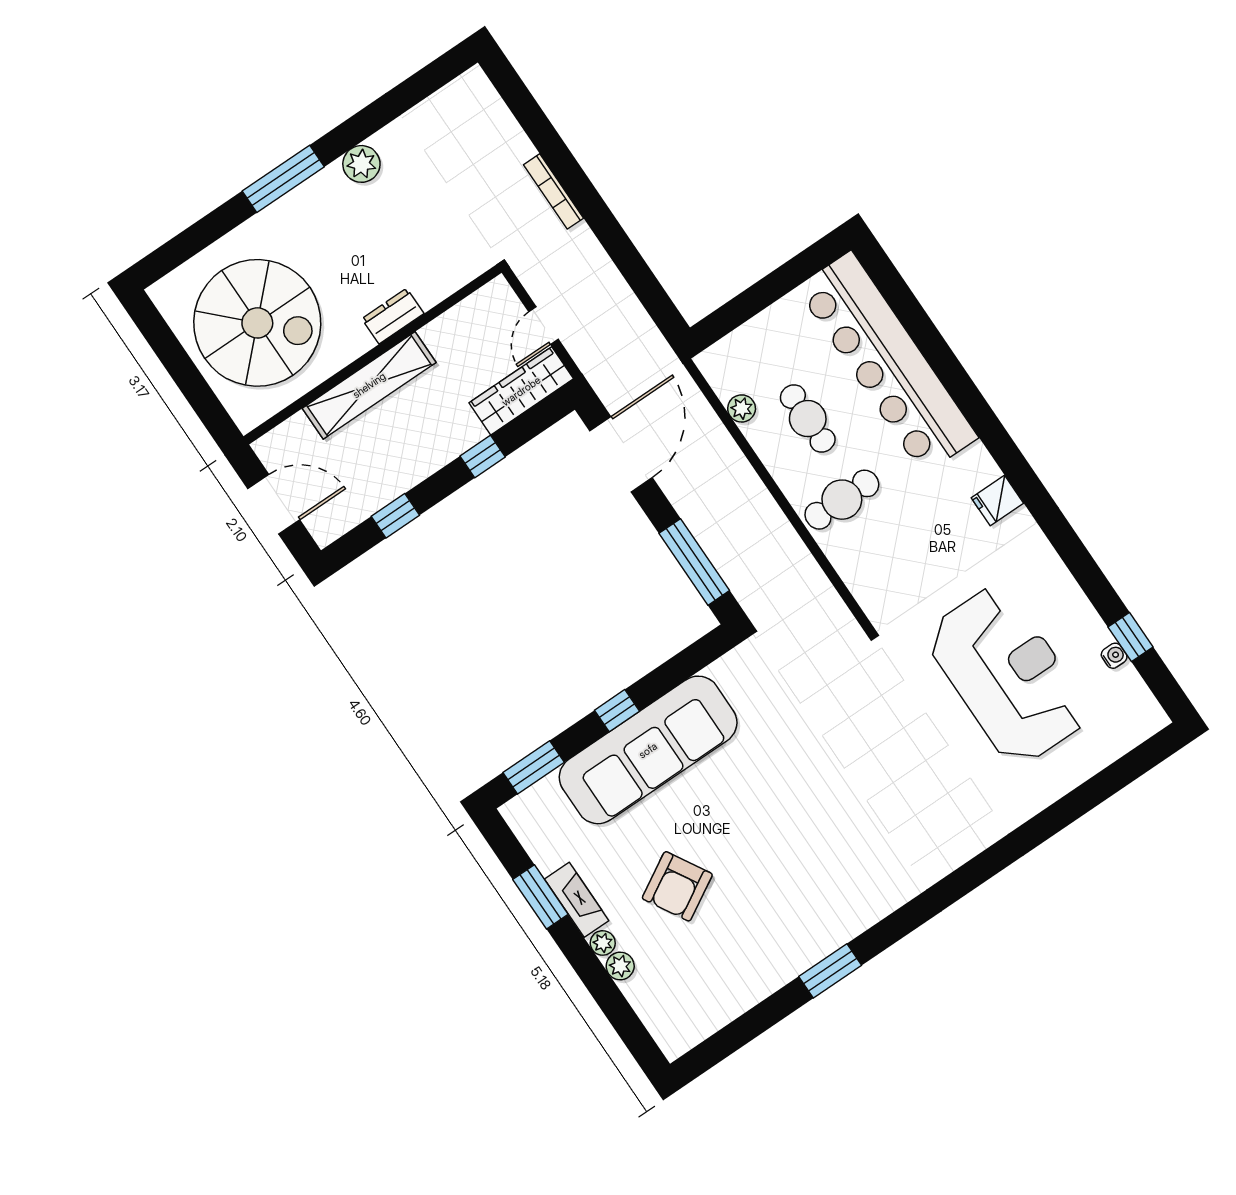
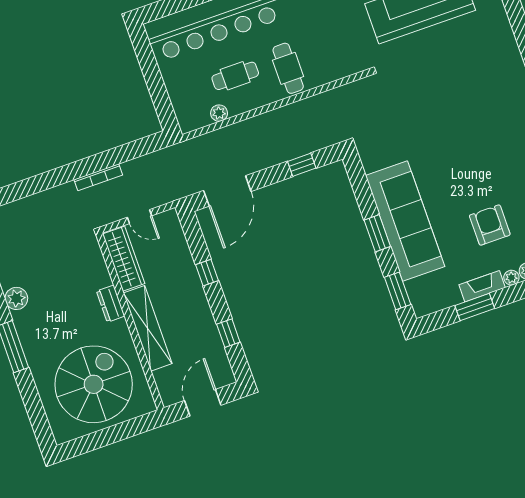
bookcase: (554, 191) -> (98, 177), moved
wardrobe: (521, 391) -> (124, 259), moved, turned 180
door: (621, 454) -> (227, 191), swing flipped
window: (694, 562) -> (302, 165), width x0.46
window: (617, 711) -> (377, 233), width x1.50
armchair: (677, 886) -> (490, 225), turned -150

